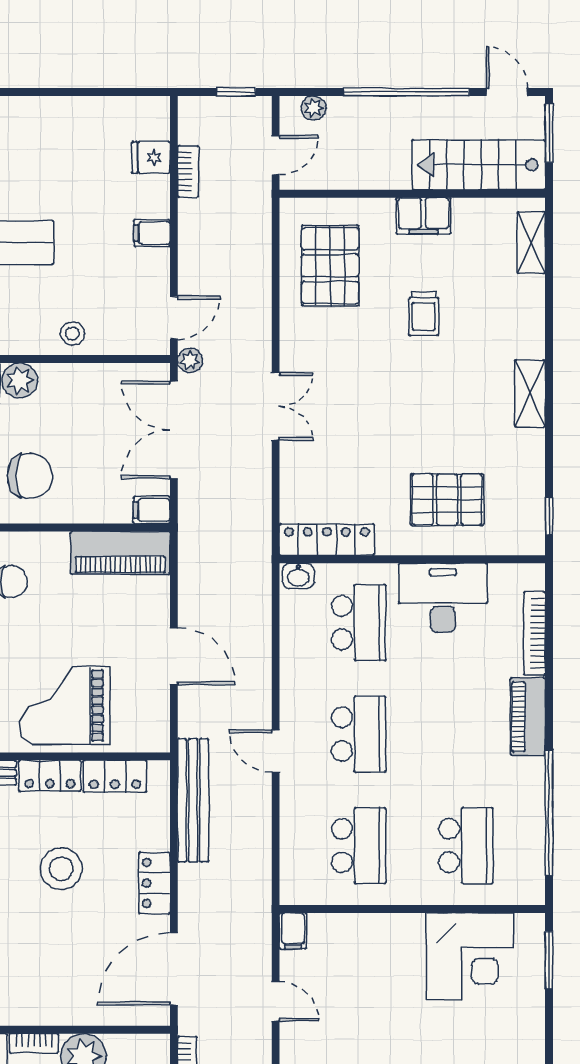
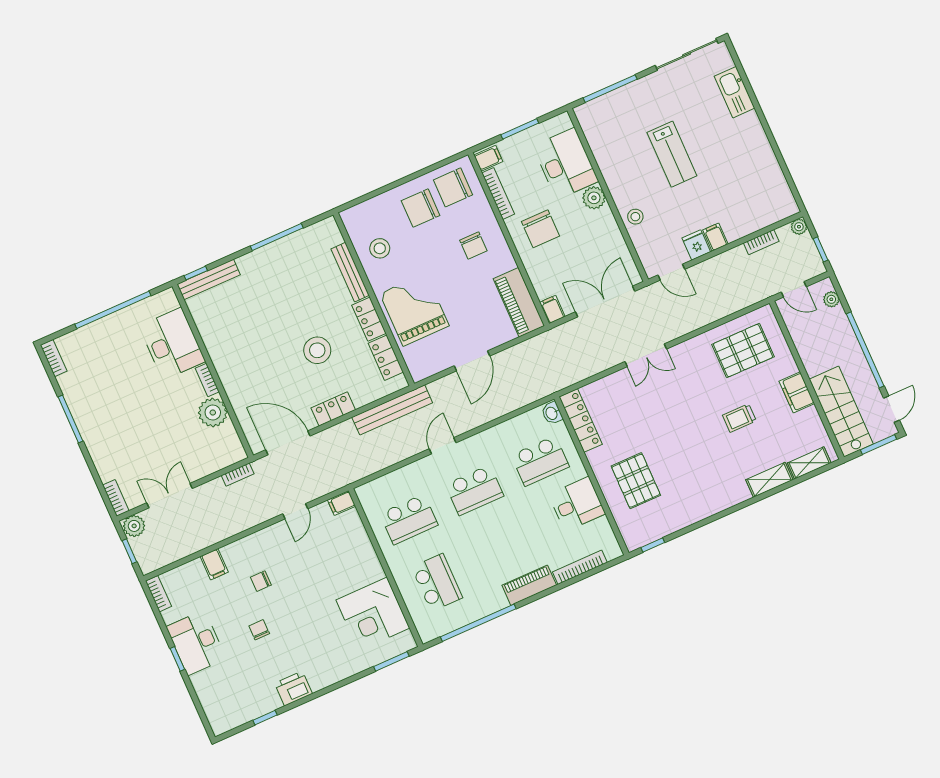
fridge: (151, 157) -> (696, 245), moved
plant: (190, 360) -> (799, 227), moved
shelving: (530, 393) -> (769, 480), moved
desk: (443, 598) -> (577, 504), width x0.73
school desk: (466, 846) -> (437, 583), turned -90

